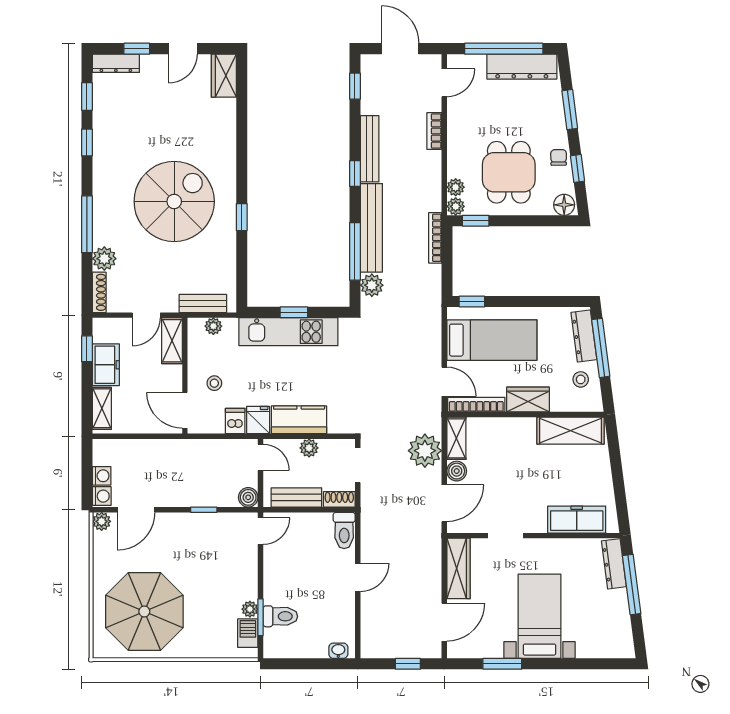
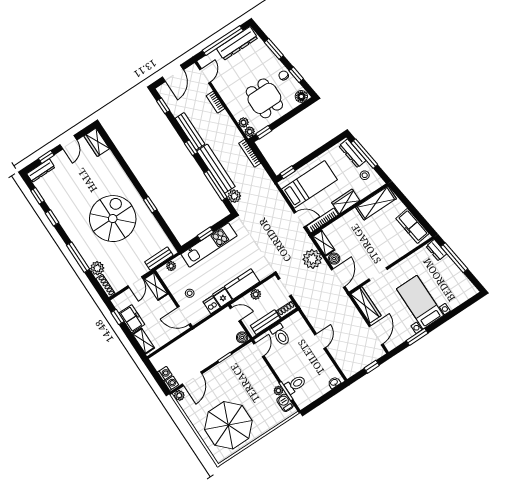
door: (400, 49) -> (173, 73), swing flipped
freezer: (577, 520) -> (412, 226), moved, turned -97
toilet: (344, 530) -> (280, 335), moved
dresser: (614, 564) -> (436, 250), width x0.70

